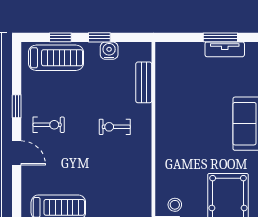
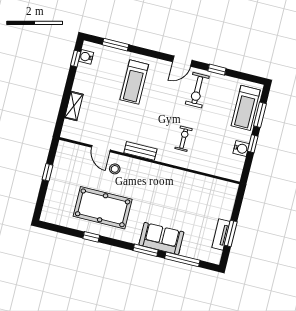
window: (60, 37) -> (260, 115), width x1.50
bench: (144, 82) -> (140, 151), moved
exercise bike: (49, 125) -> (197, 90), width x1.38, depth x1.39

